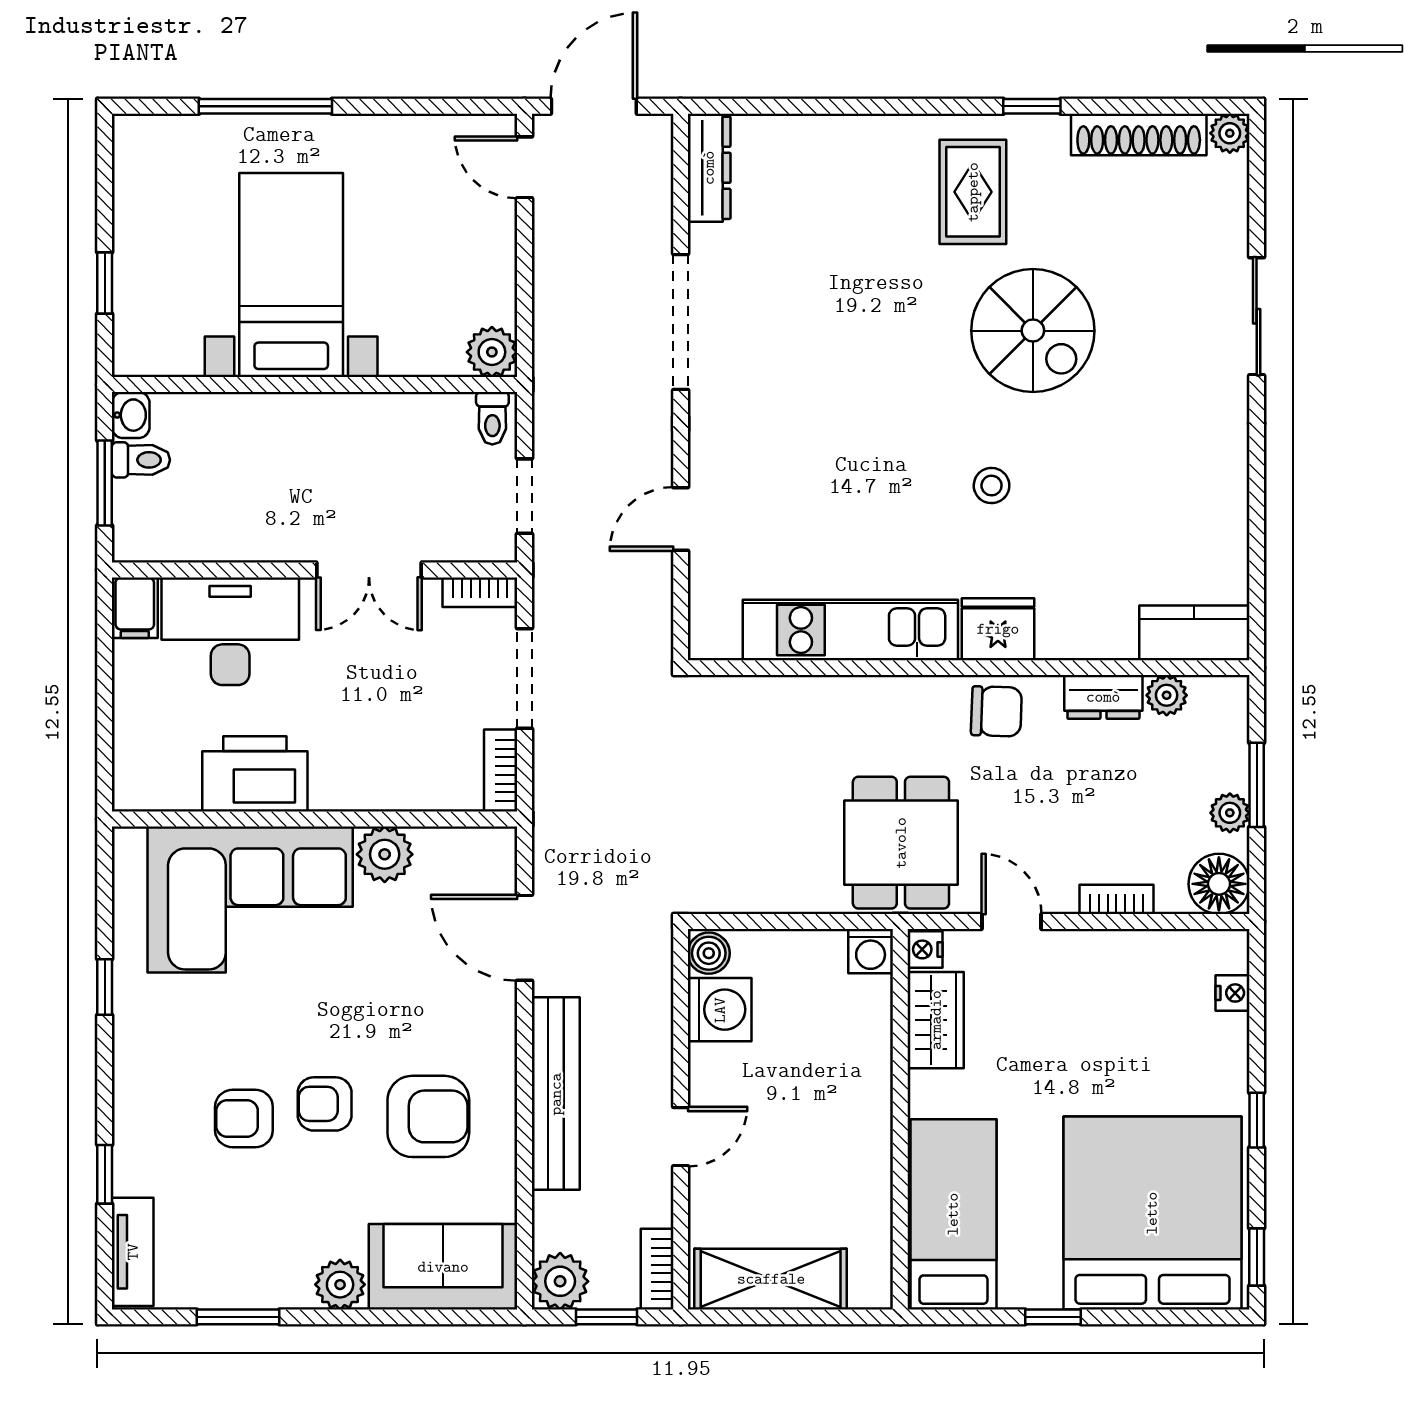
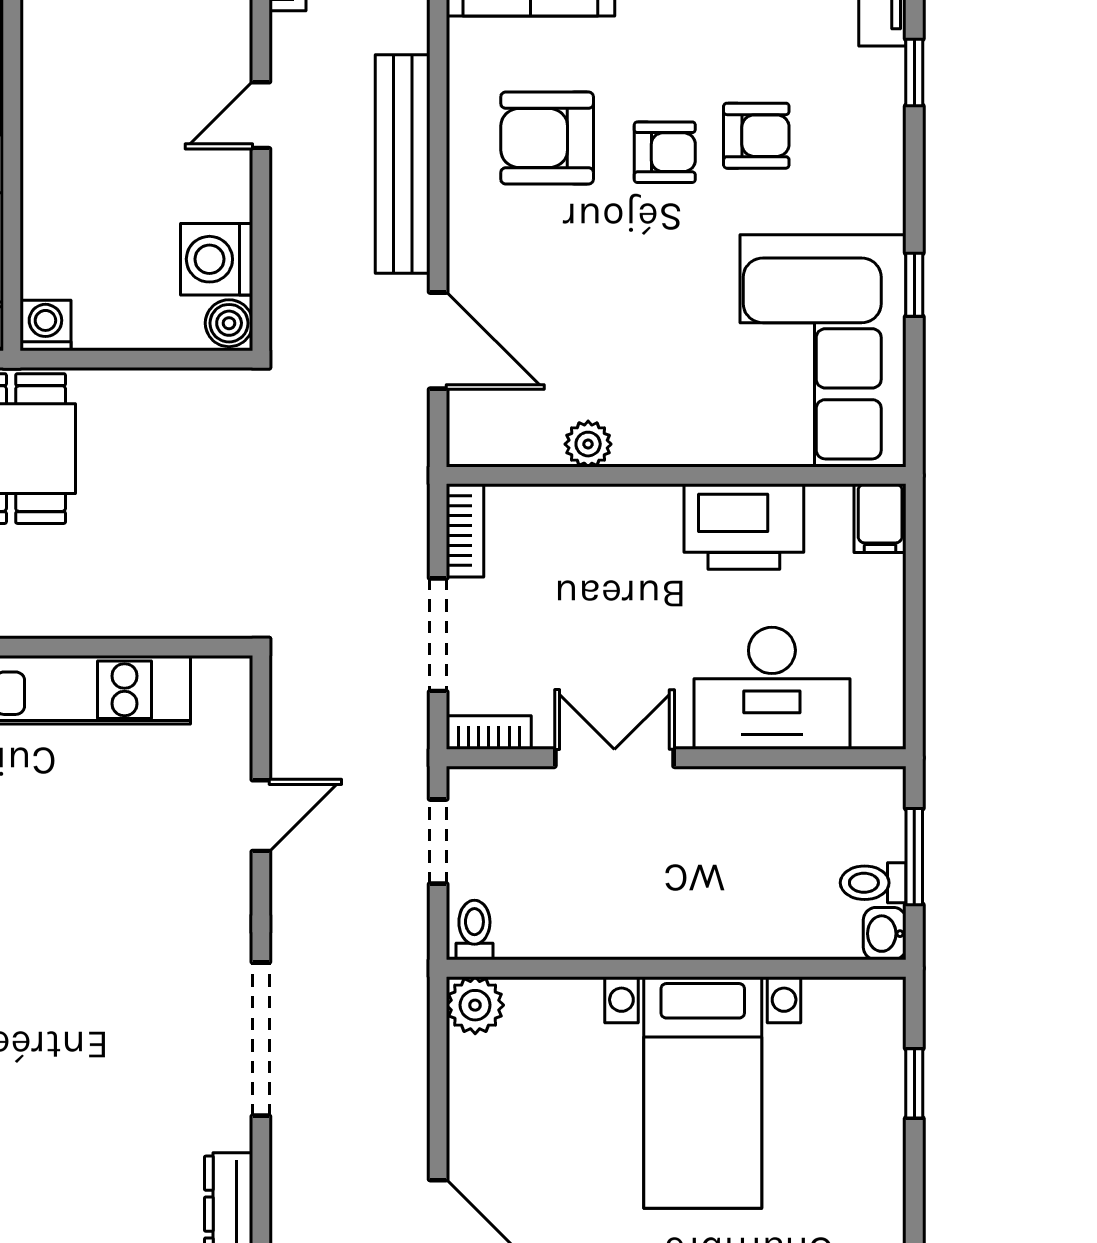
filing cabinet: (135, 608) -> (880, 518), moved, turned 180
plant: (385, 854) -> (588, 444), width x0.73, depth x0.73
corner sofa: (250, 899) -> (823, 351), moved, turned -90

